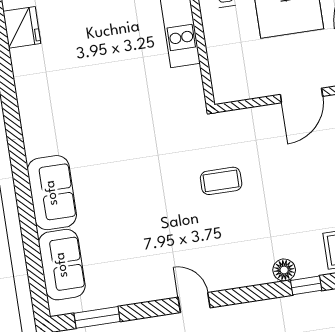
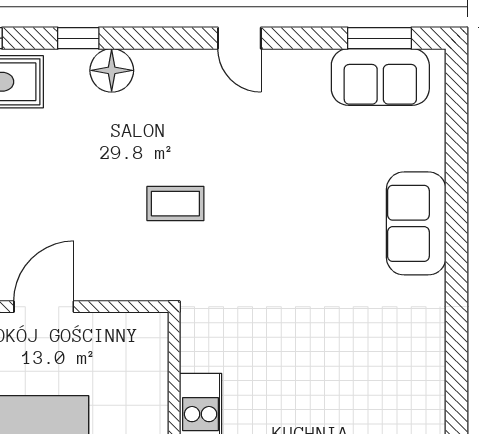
sofa: (62, 265) -> (380, 77), moved, turned -90
floor lamp: (284, 270) -> (112, 70), width x1.38, depth x1.38

